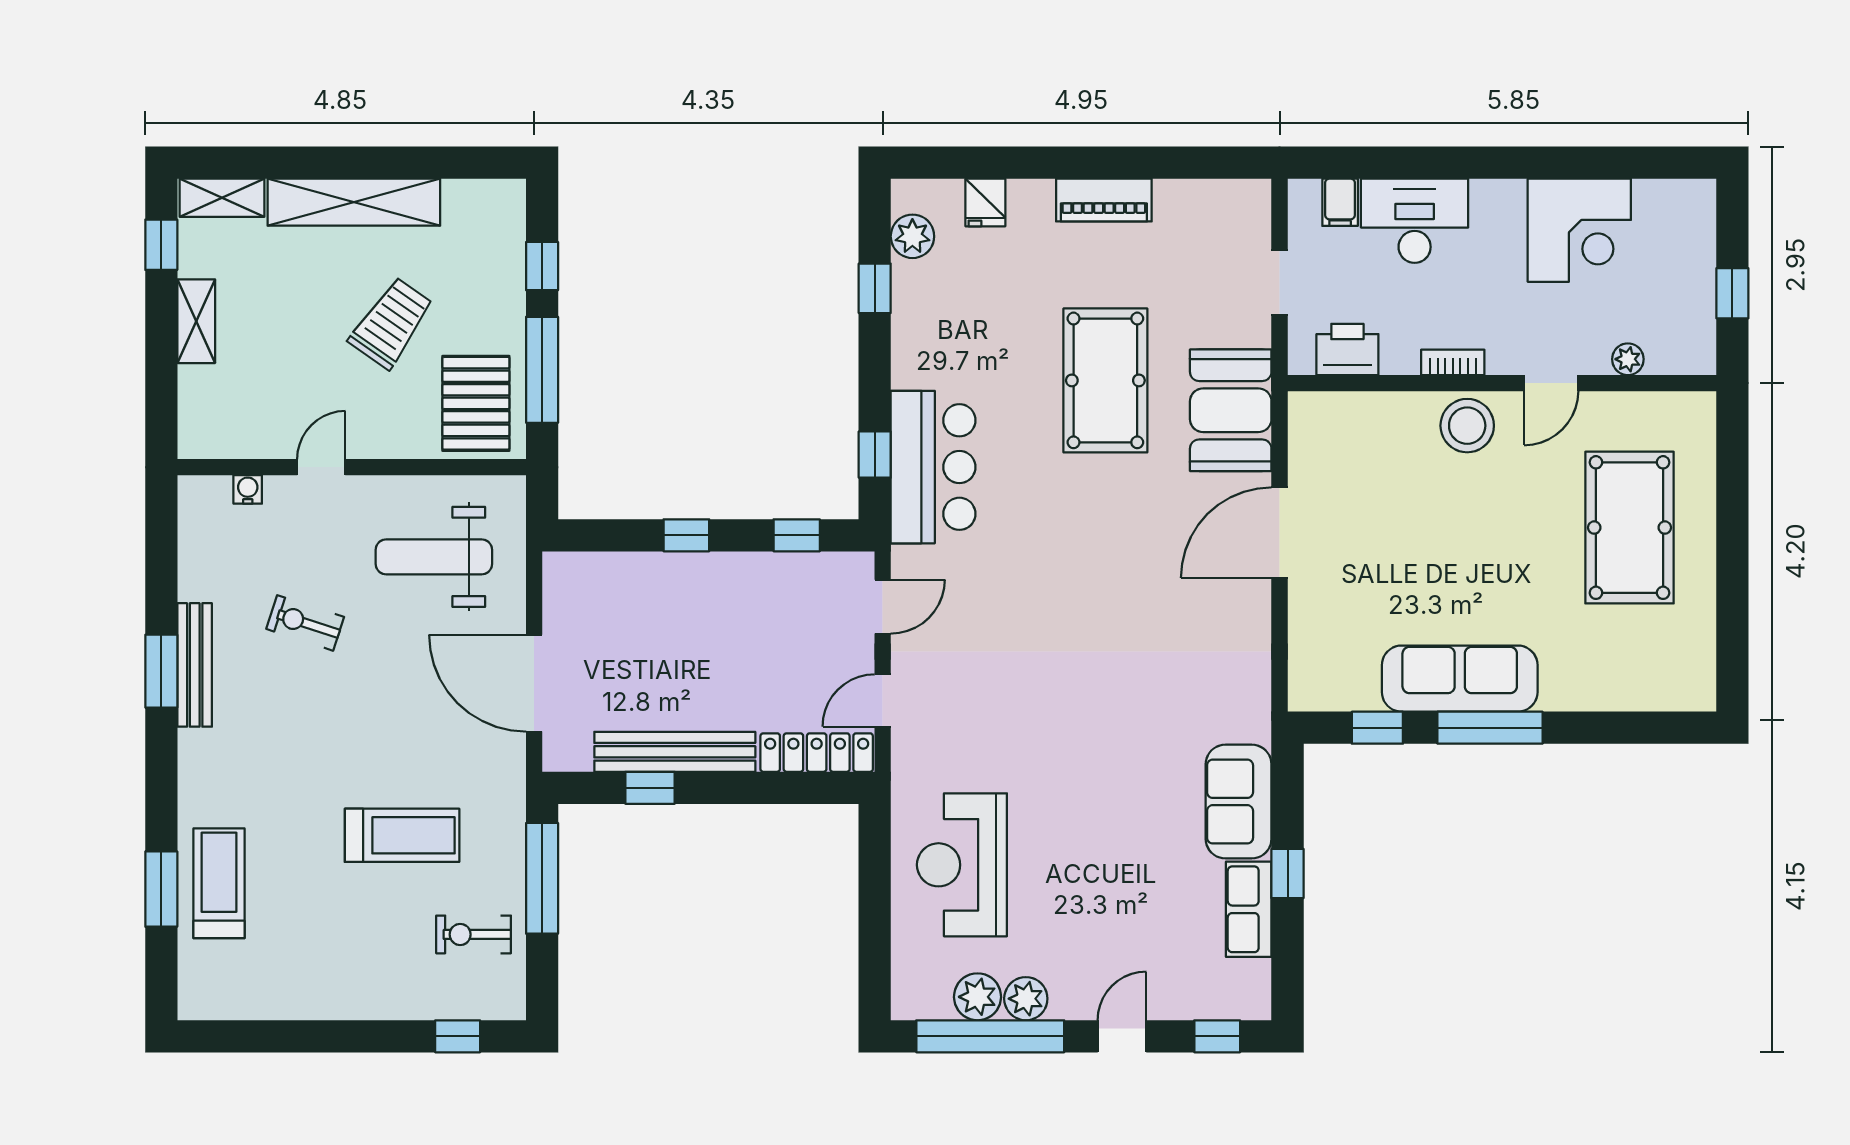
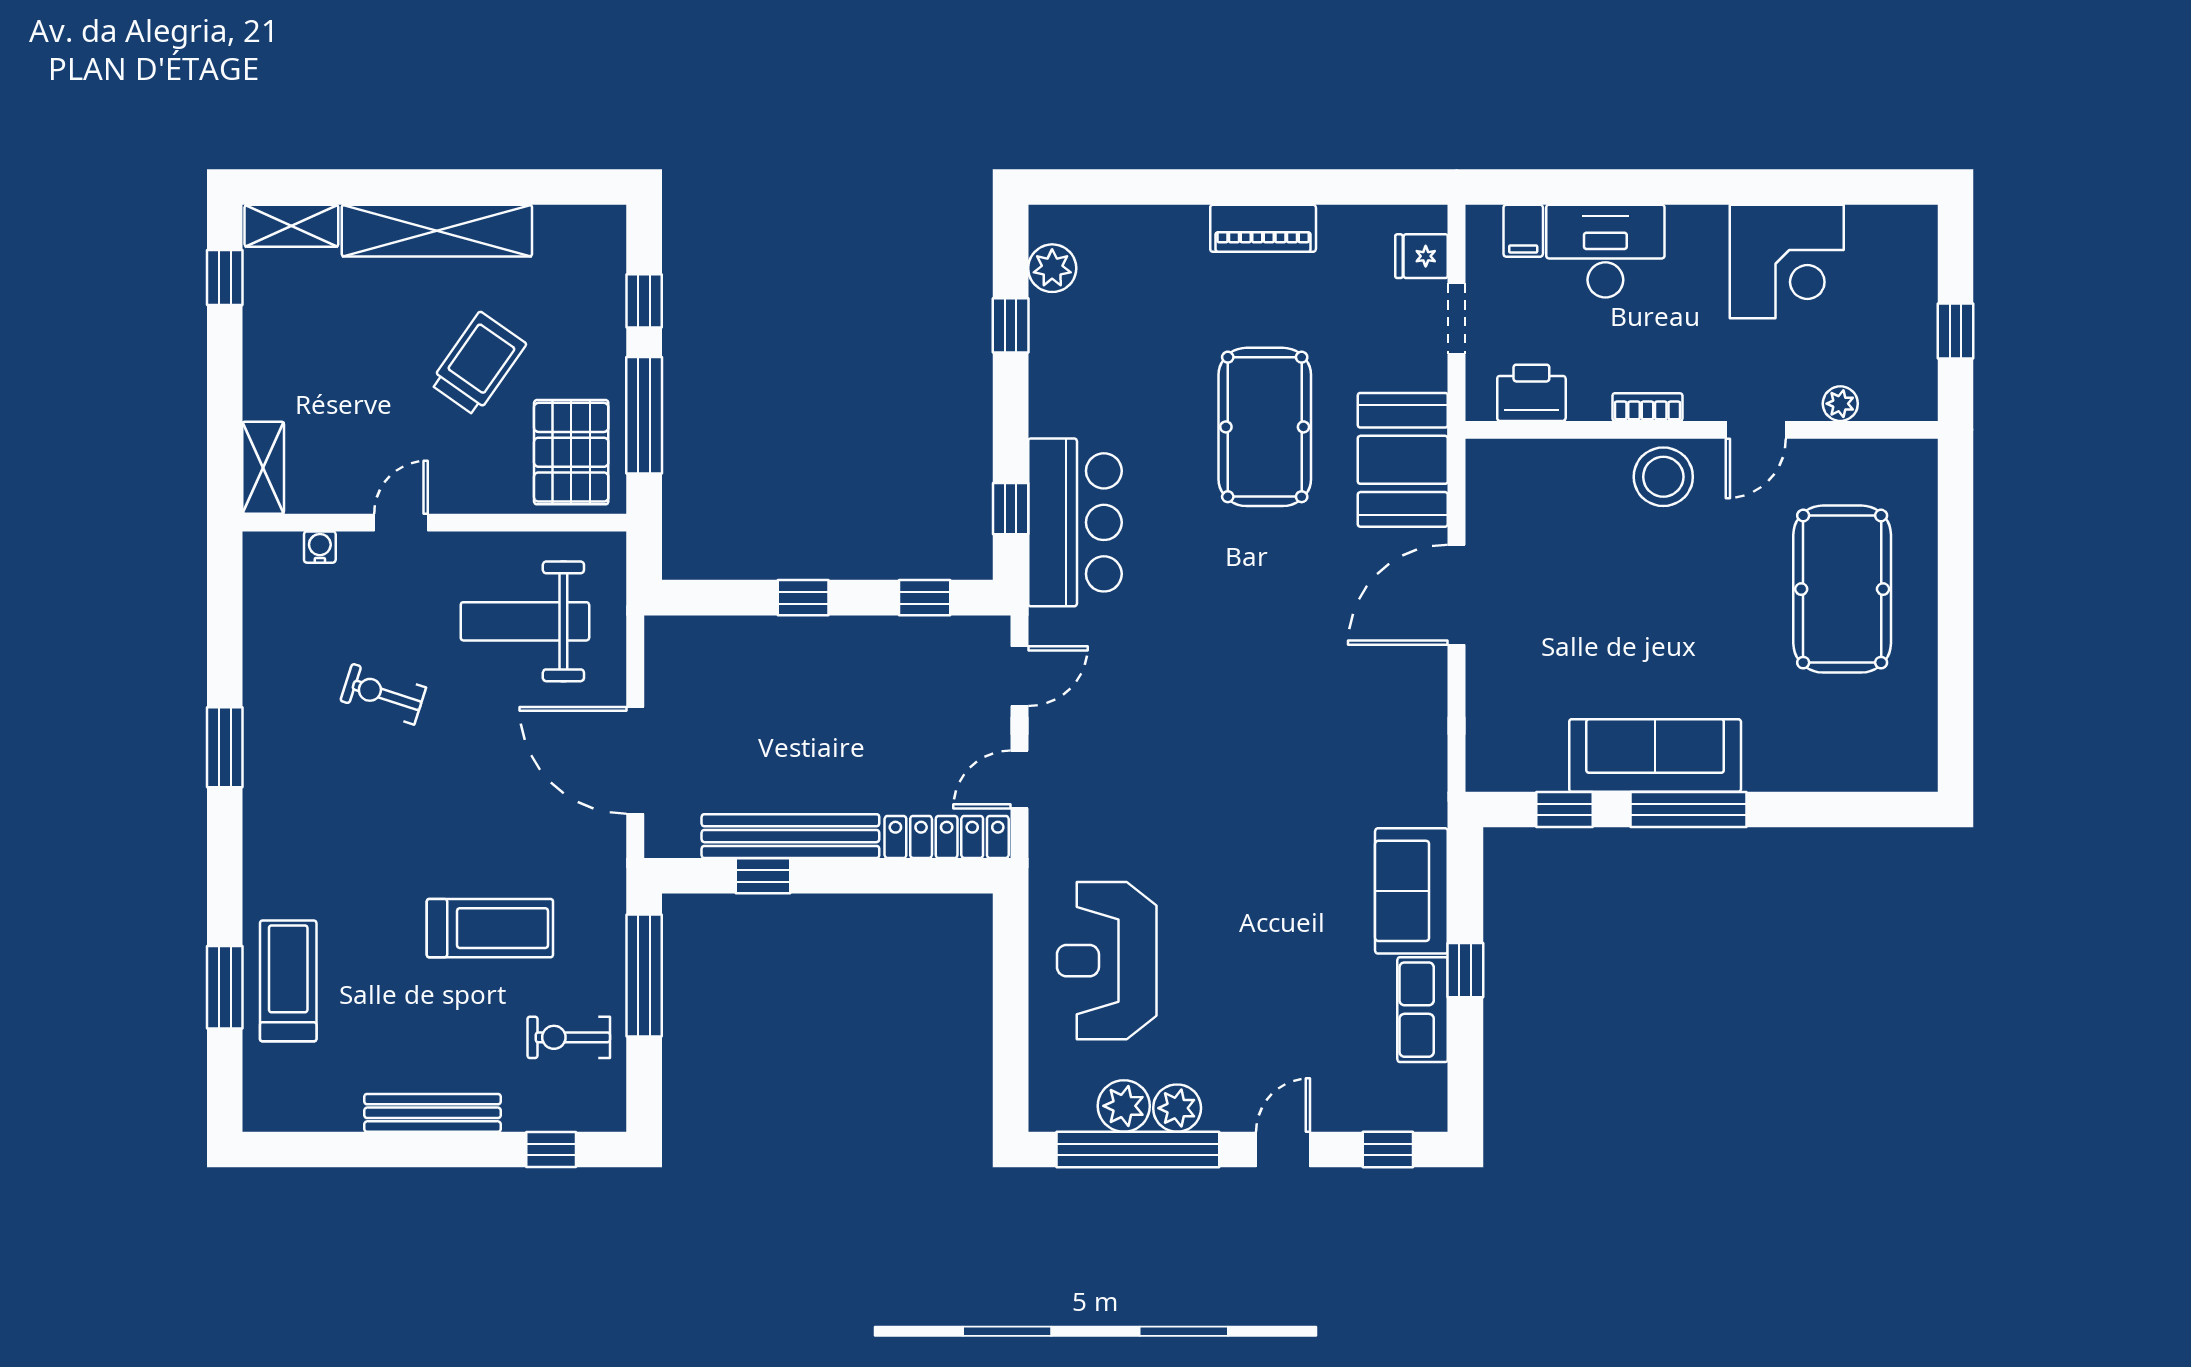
fridge: (985, 202) -> (1421, 256), moved, turned 90
shelving: (196, 321) -> (263, 468), moved
bench: (195, 665) -> (433, 1113), moved, turned 90

